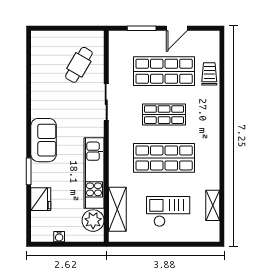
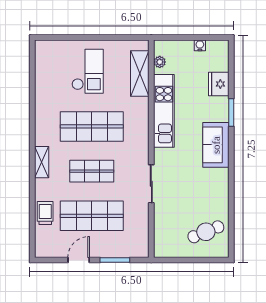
cafe table: (79, 65) -> (206, 232), moved, turned 38
trolley: (209, 74) -> (45, 213), turned 180
shelving: (213, 205) -> (42, 162), moved
checkout: (168, 211) -> (88, 71), turned -90
plant: (93, 221) -> (160, 62), width x0.53, depth x0.53

